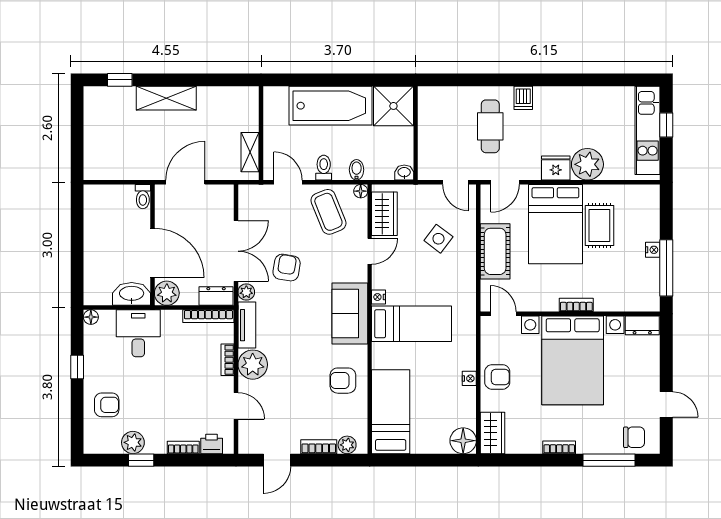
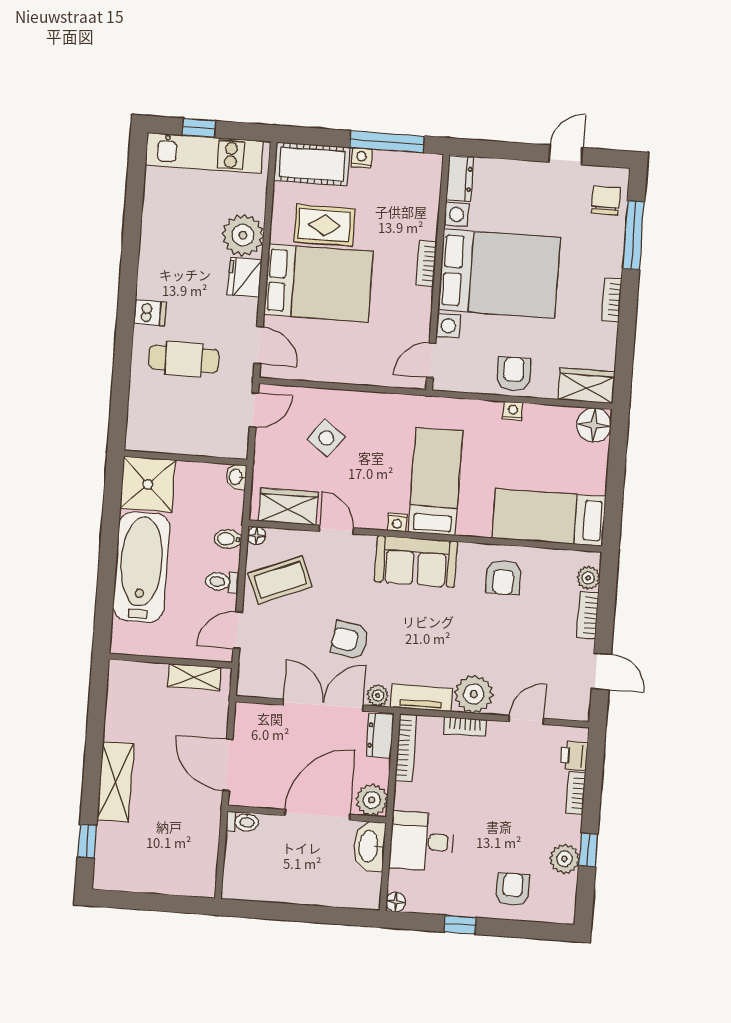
cot: (495, 251) -> (312, 164), moved

